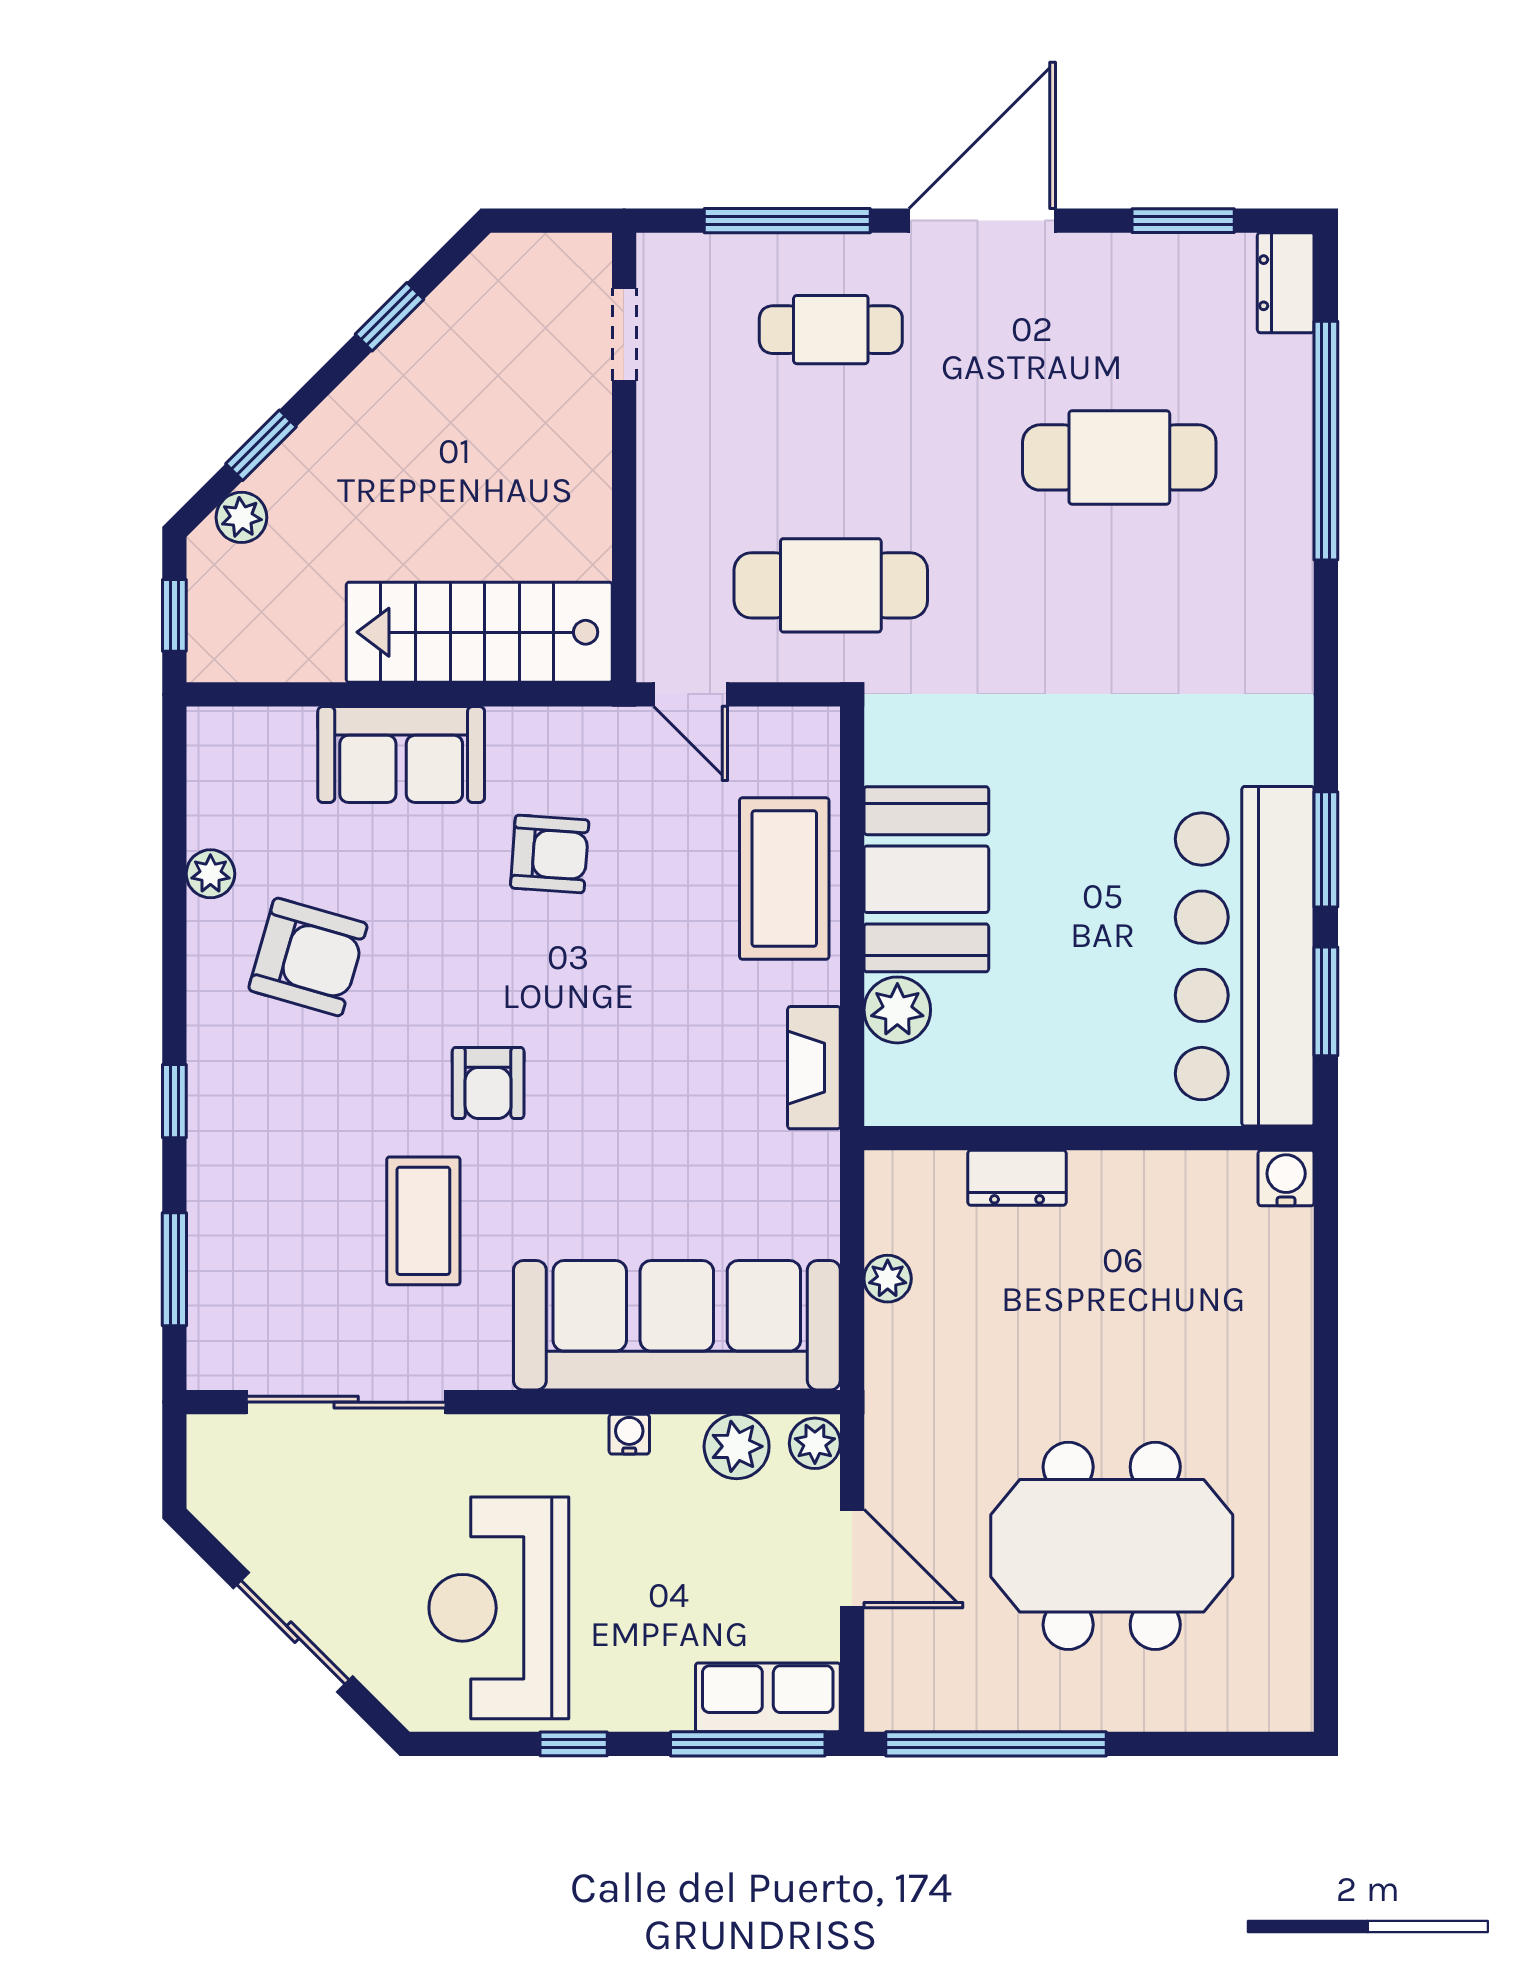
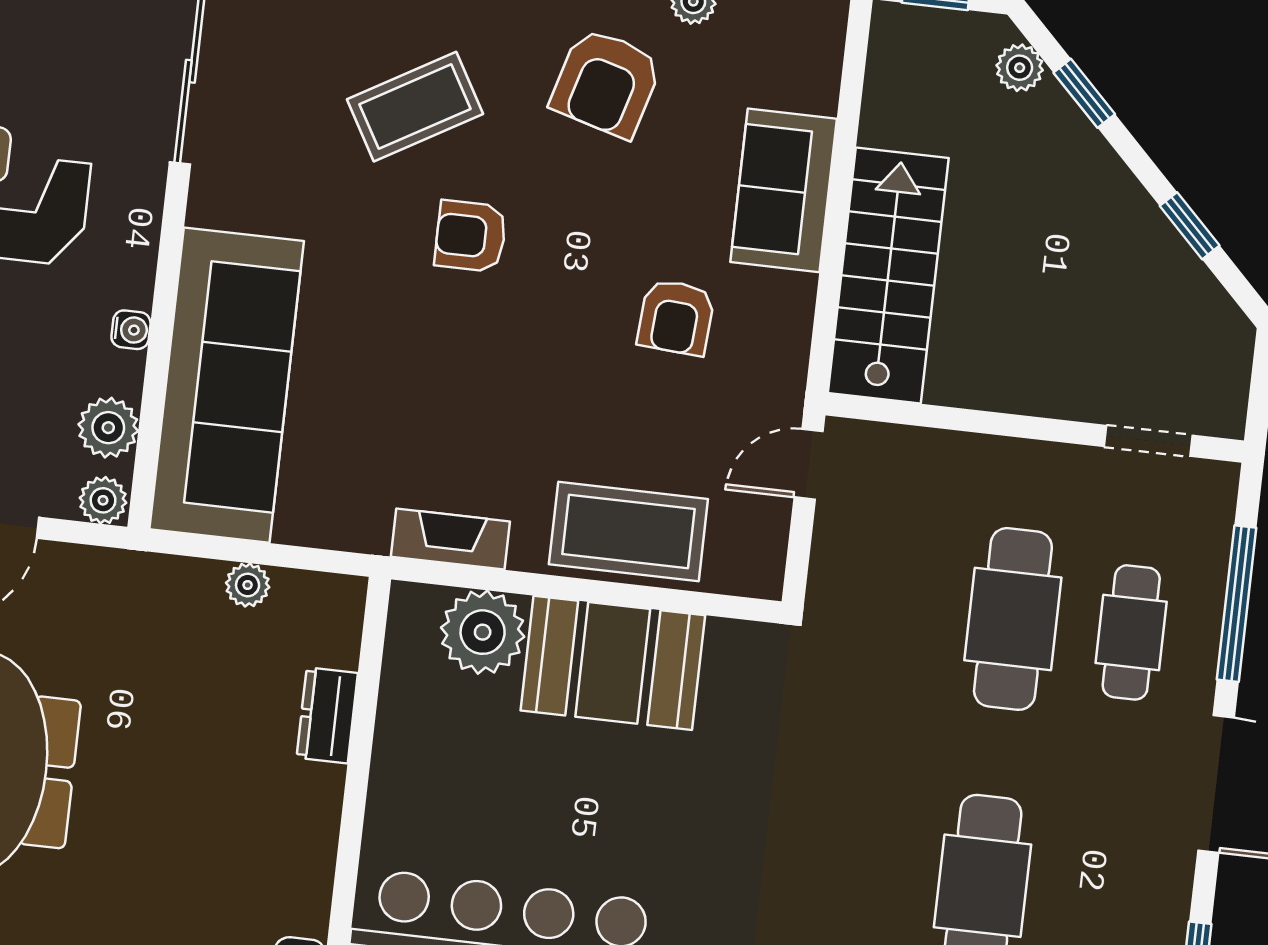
cafe table: (831, 585) -> (1013, 619), moved
plant: (897, 1010) -> (483, 632), width x1.36, depth x1.36
coffee table: (423, 1221) -> (415, 107), moved, turned -30

